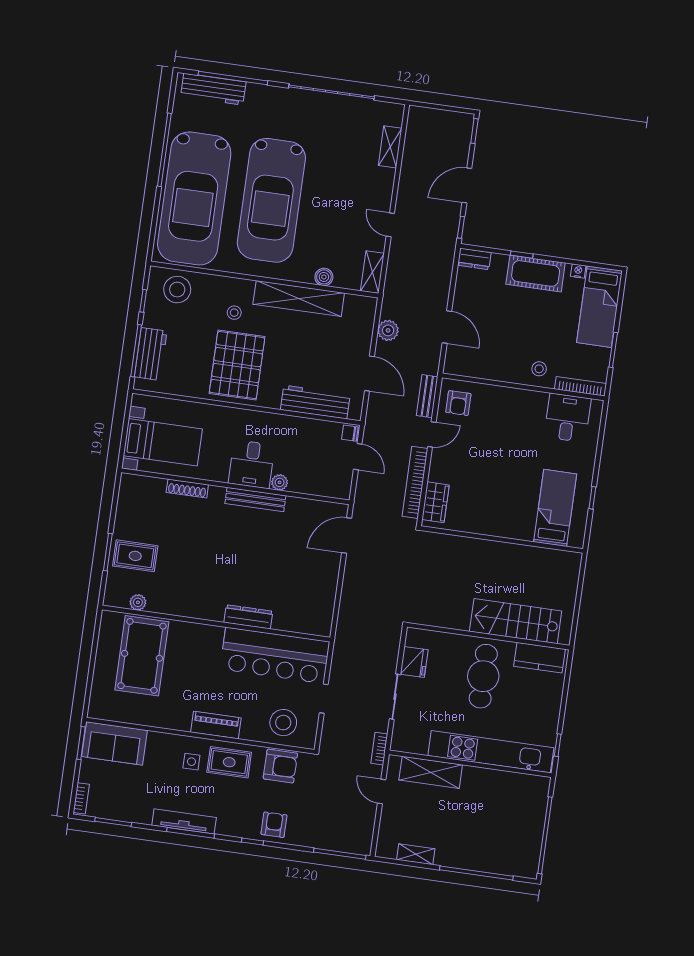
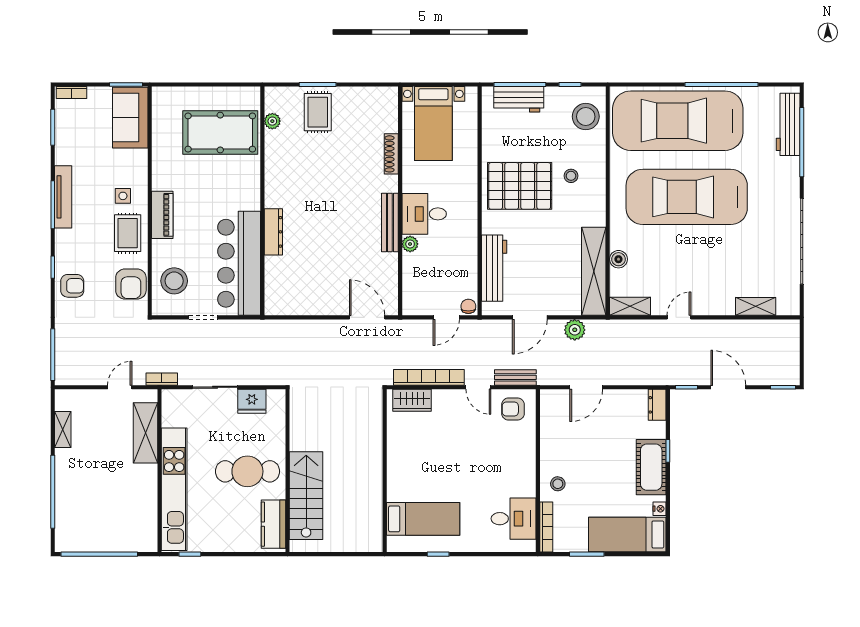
shelving: (299, 299) -> (594, 271), moved

